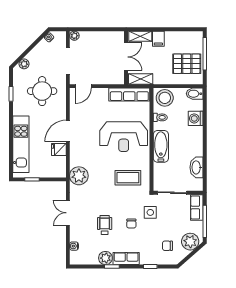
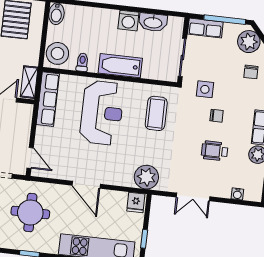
washing machine: (196, 118) -> (128, 21), moved
fridge: (59, 149) -> (136, 202), moved

